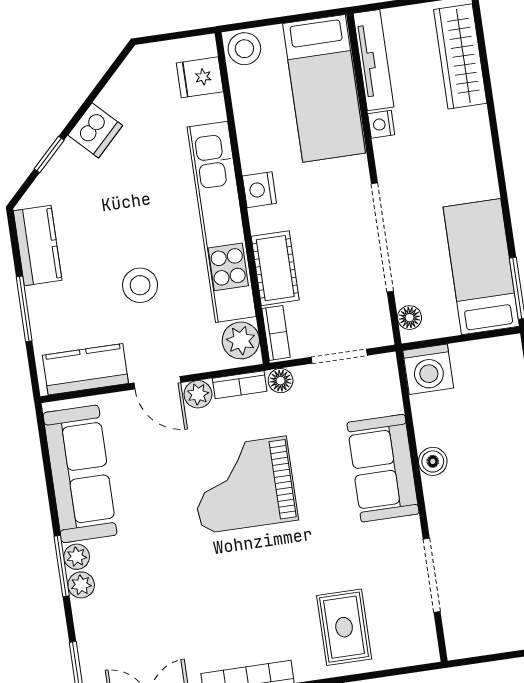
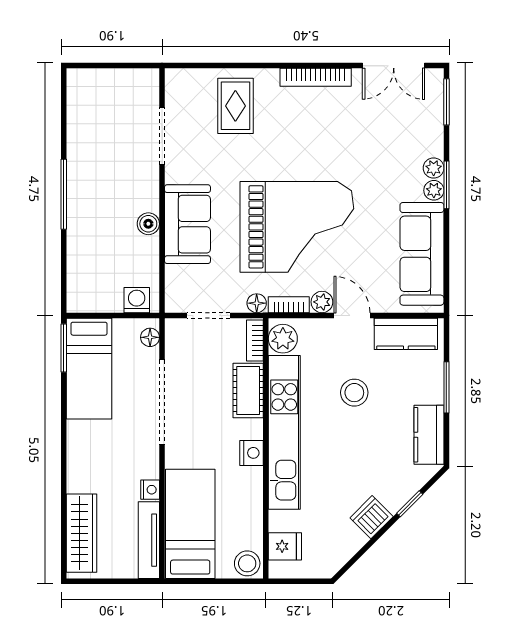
washing machine: (428, 369) -> (137, 300), width x0.73, depth x0.73
grand piano: (244, 485) -> (297, 227), width x1.37, depth x1.48

